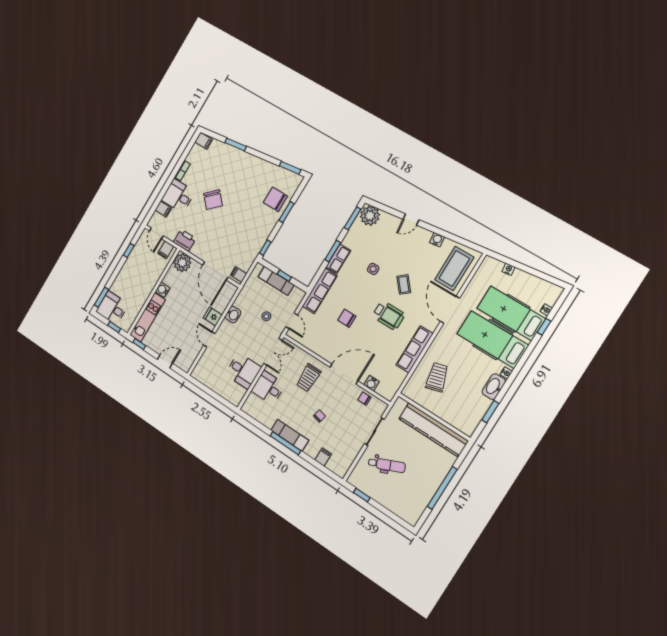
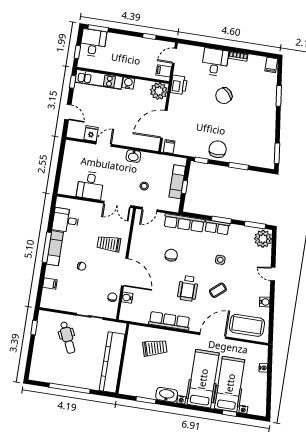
chair: (275, 199) -> (218, 149), moved
filing cabinet: (163, 209) -> (198, 53), removed
fridge: (213, 316) -> (91, 134), moved
desk: (268, 388) -> (66, 220), moved, turned -90

